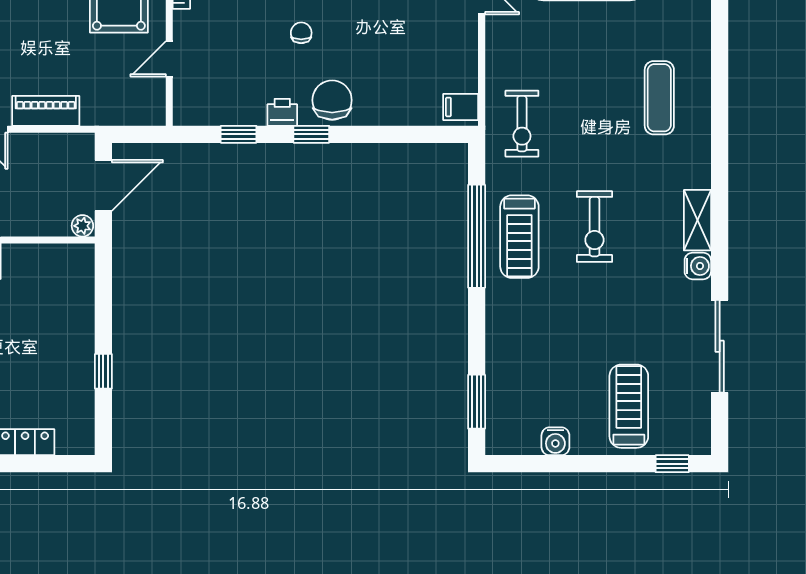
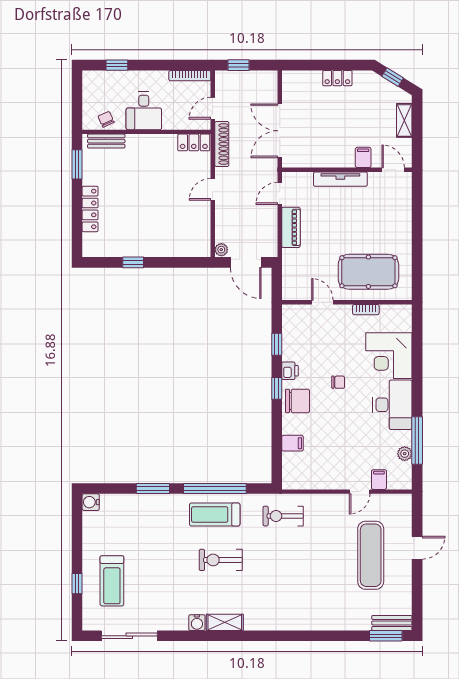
exercise mat: (659, 98) -> (299, 599), removed
filing cabinet: (461, 107) -> (293, 443), moved, turned 90
sliding door: (720, 346) -> (129, 636), moved
window: (477, 402) -> (153, 488), moved
treadmill: (629, 406) -> (112, 581), turned 90
water cooler: (555, 441) -> (91, 502), moved
window: (672, 464) -> (77, 584), moved

